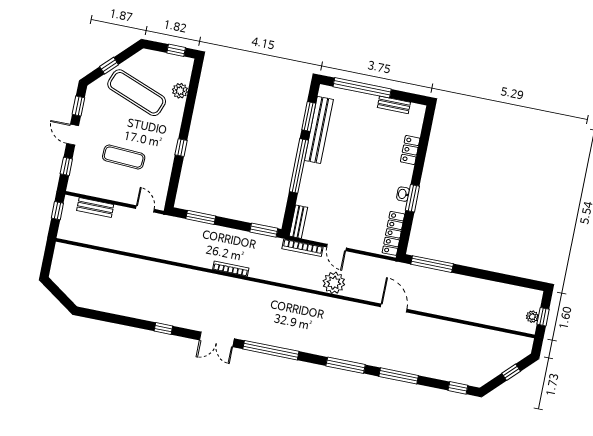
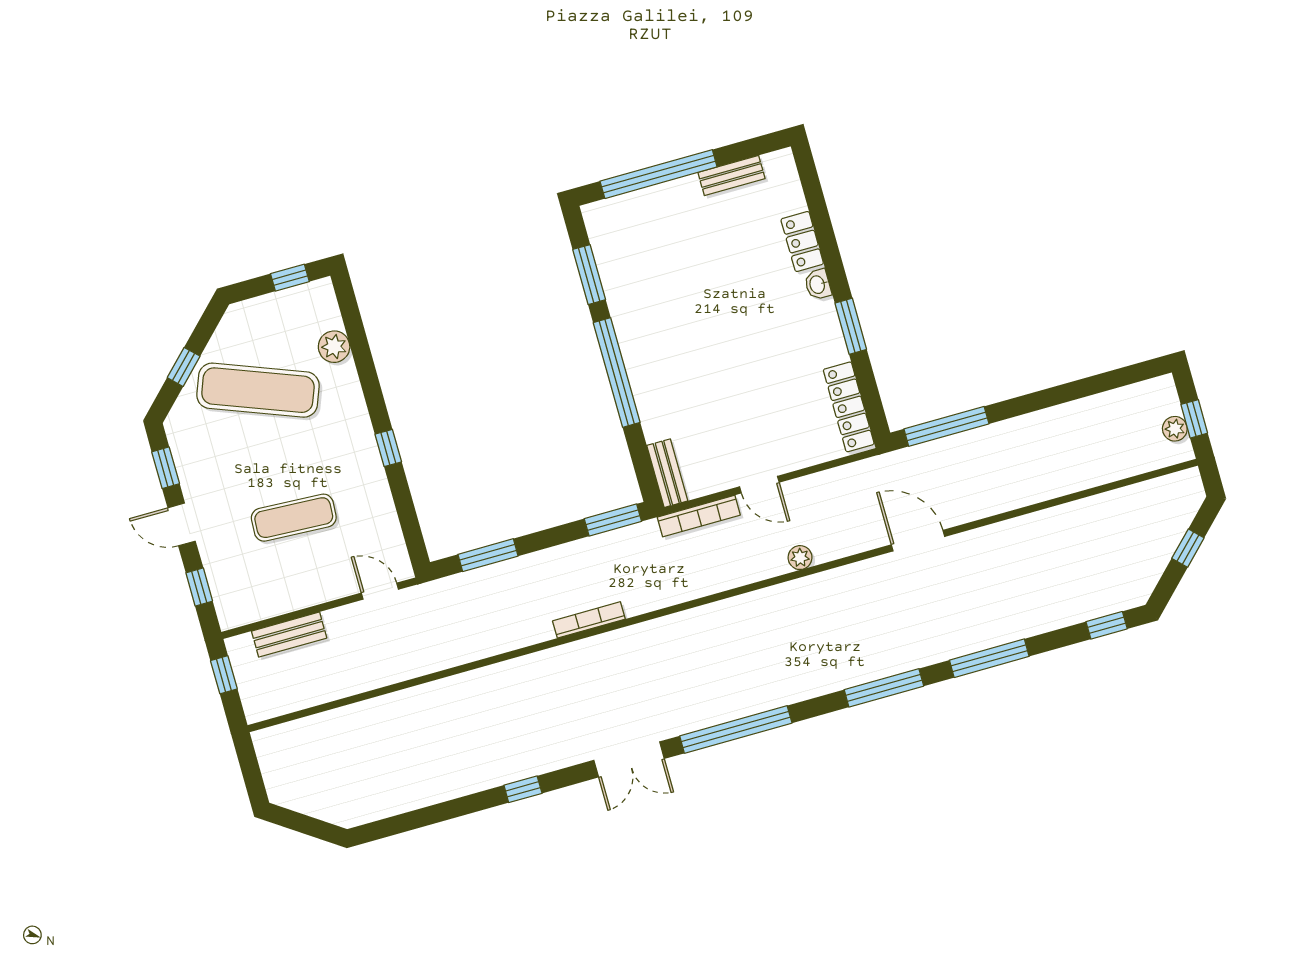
bench: (319, 130) -> (620, 289), removed
washbasin: (403, 194) -> (818, 284), moved
plant: (334, 283) -> (800, 558), width x0.53, depth x0.53

